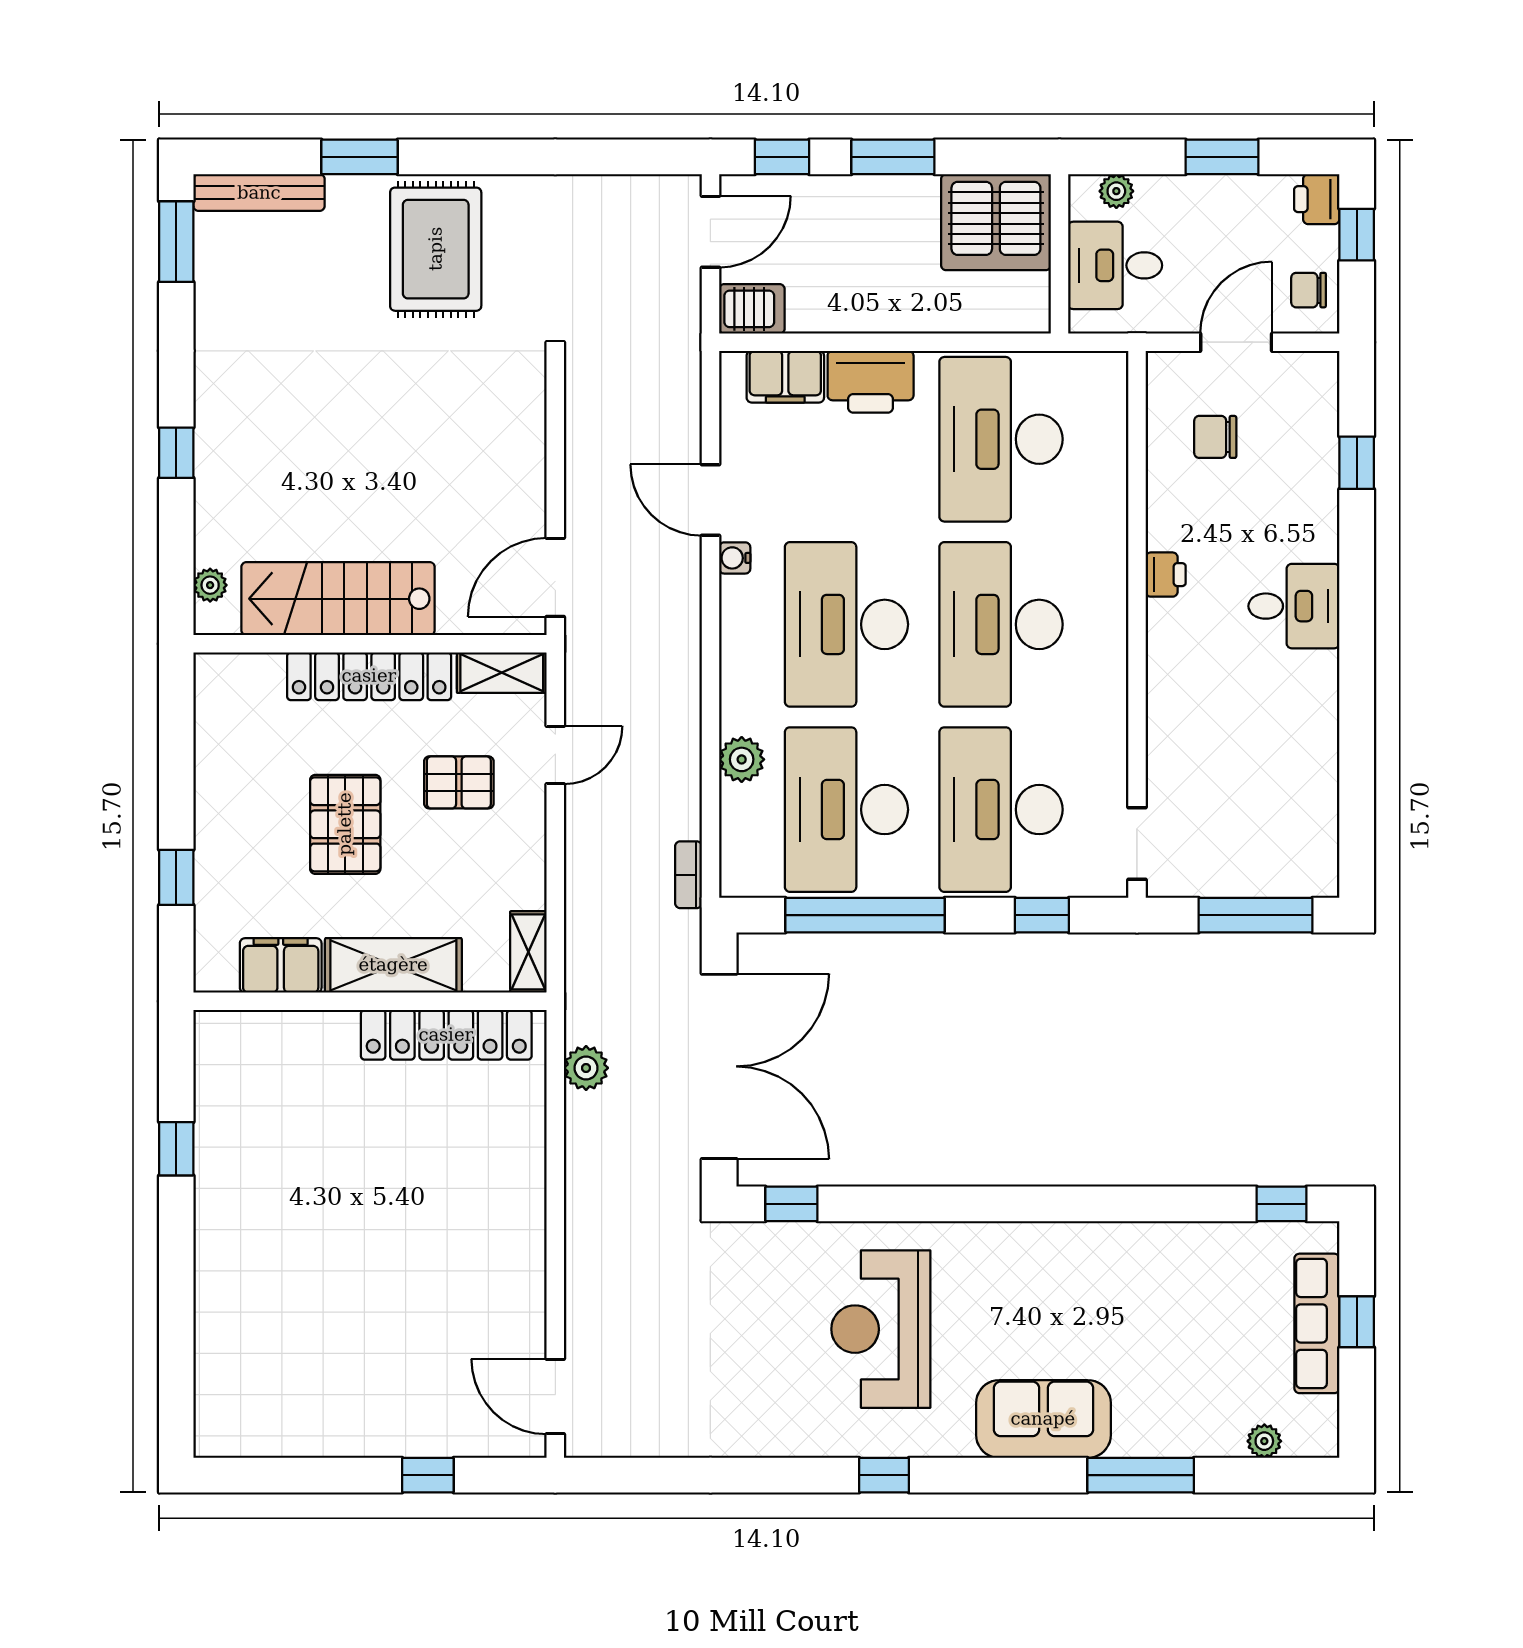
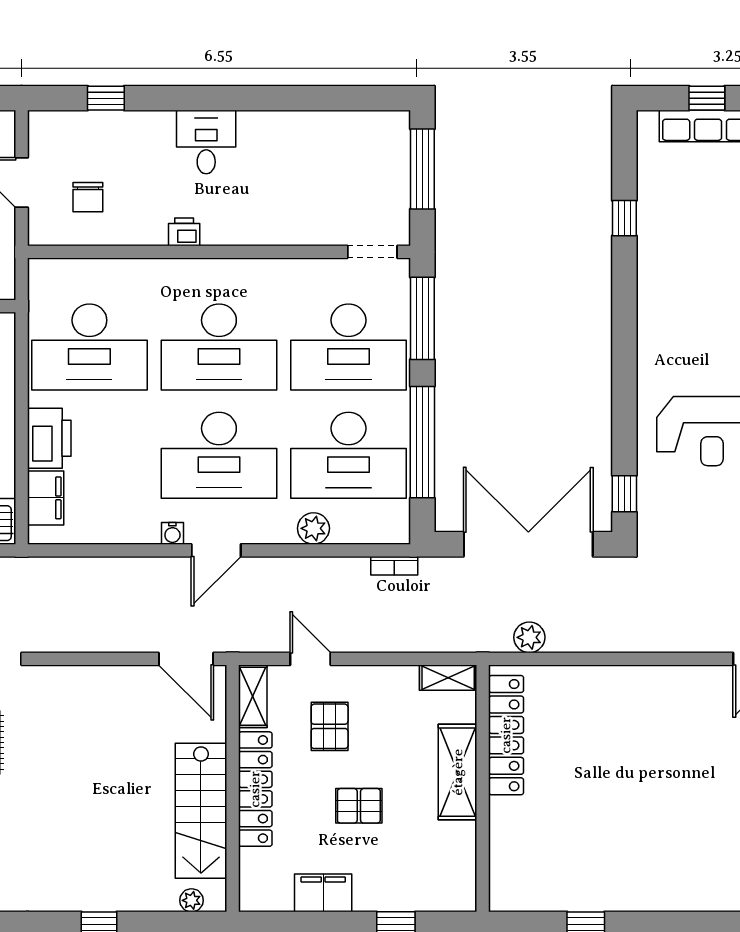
door: (710, 500) -> (216, 550), moved
pallet: (345, 824) -> (359, 806), width x0.67, depth x0.71
window: (1042, 915) -> (422, 318), width x2.17
filing cabinet: (281, 965) -> (323, 893), moved, turned 90
window: (1281, 1204) -> (624, 218), moved

